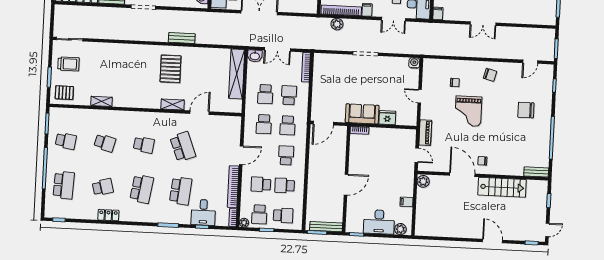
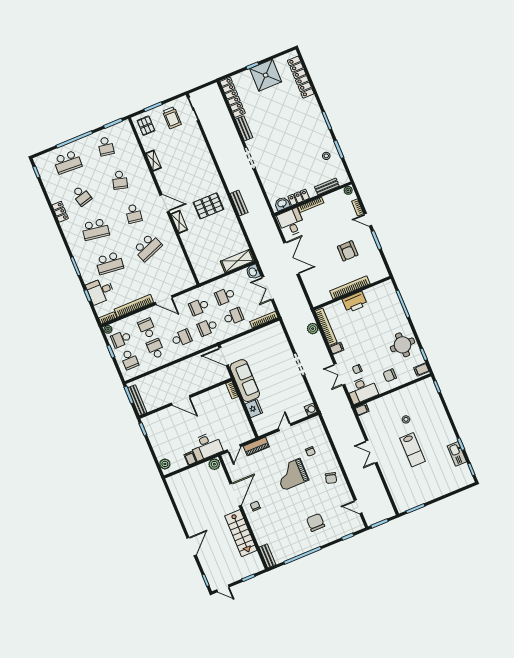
shelving: (237, 74) -> (237, 261), width x0.68
door: (200, 113) -> (165, 203), moved
sofa: (362, 114) -> (245, 381), width x1.36
desk: (379, 222) -> (206, 446), moved, turned -90

